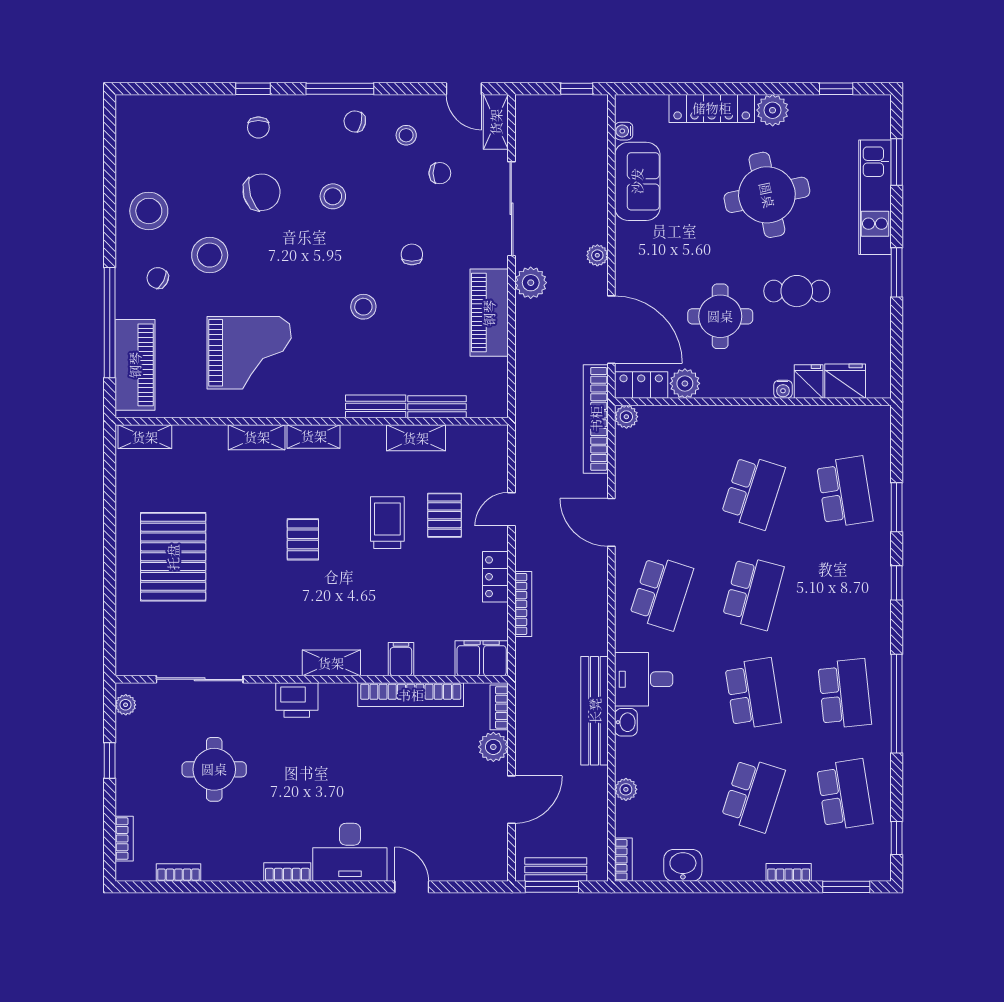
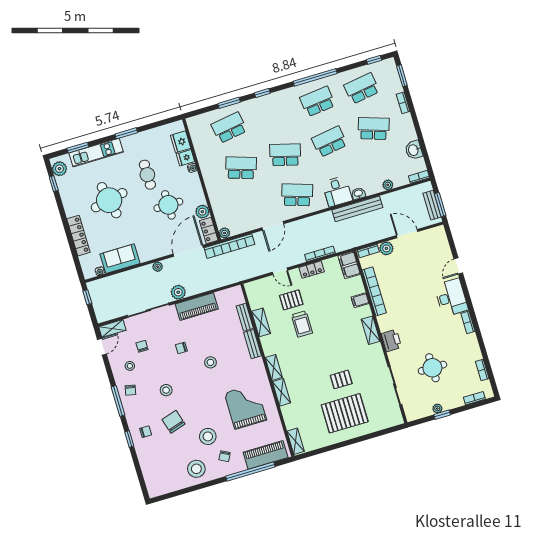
plant: (773, 110) -> (59, 169), moved
trolley: (387, 523) -> (302, 324), turned -90
pallet: (303, 539) -> (341, 379), moved
plant: (126, 705) -> (437, 409), moved

